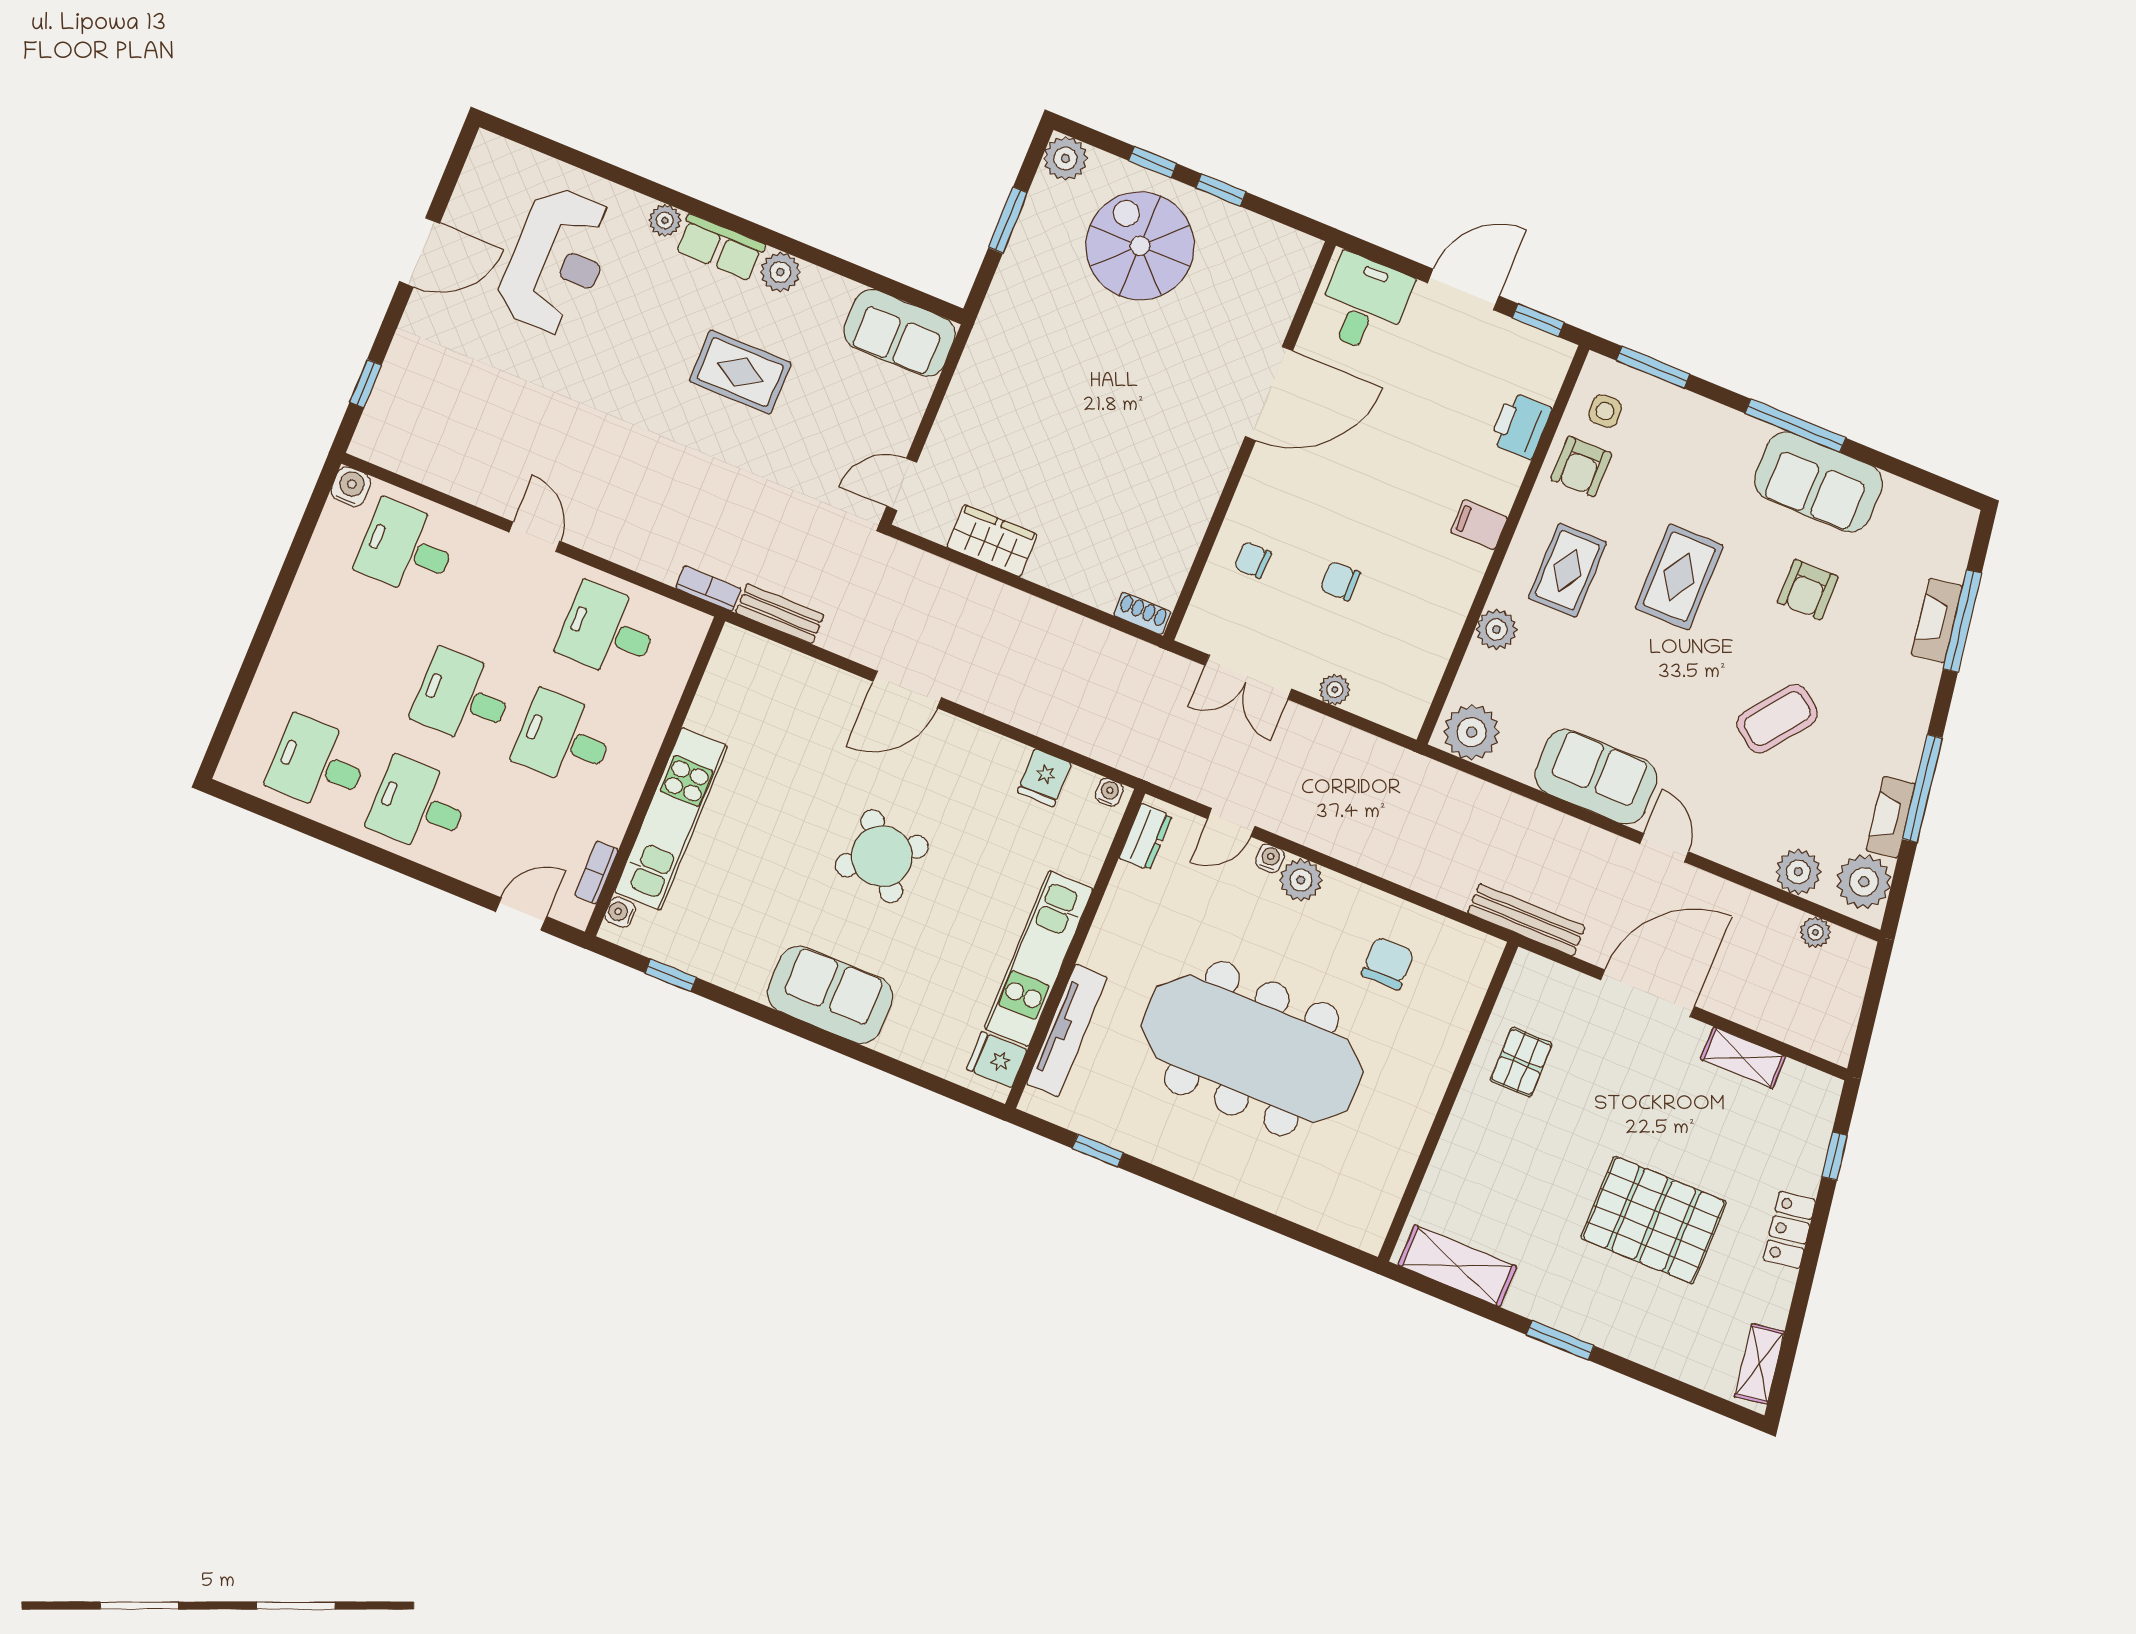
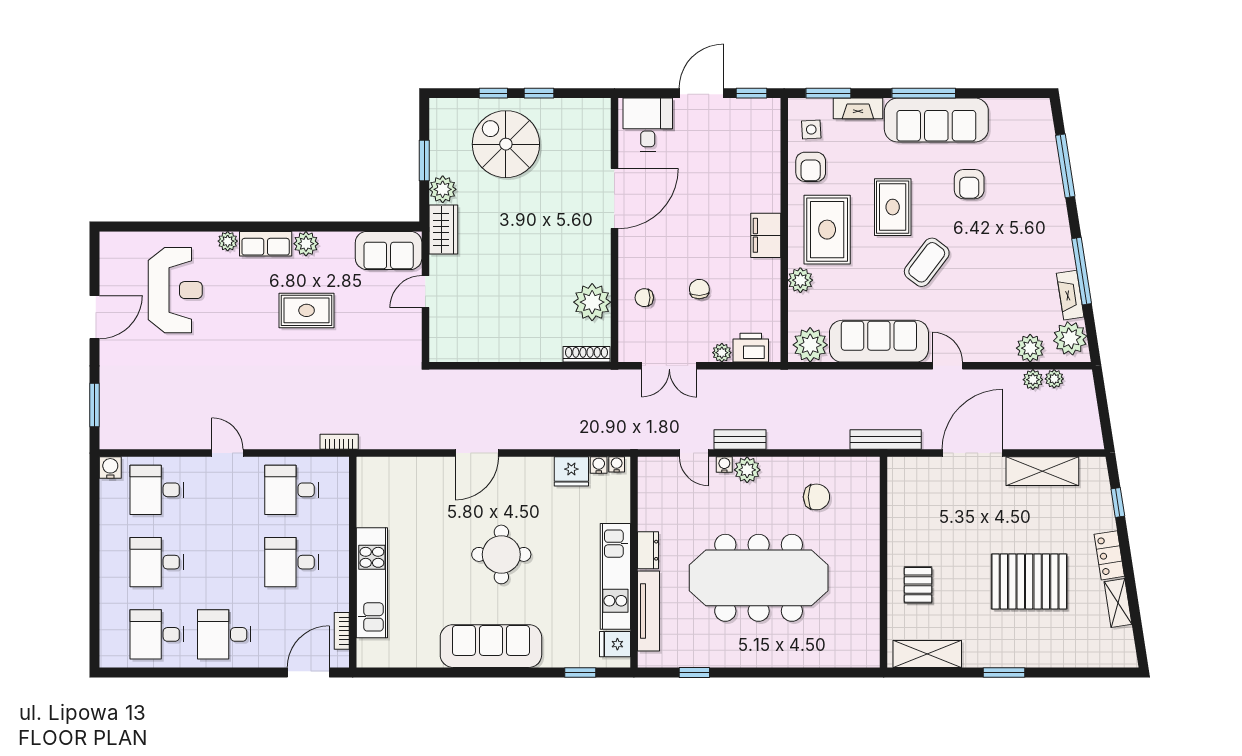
plant: (1065, 158) -> (443, 189), moved
window: (366, 384) -> (95, 405), width x1.50
printer: (1520, 426) -> (751, 348), moved, turned 90
sofa: (1818, 482) -> (936, 120), width x1.36
door: (902, 484) -> (425, 292), moved
filing cabinet: (1479, 525) -> (766, 235), width x2.00
plant: (1172, 535) -> (592, 302), added
wardrobe: (992, 541) -> (443, 230), moved, turned 90
rug: (1567, 570) -> (827, 230), width x1.36, depth x1.43
chair: (1340, 581) -> (699, 289), turned 88
shoe rack: (1142, 613) -> (587, 354), width x1.43
bench: (780, 614) -> (740, 440), moved
fireplace: (1937, 621) -> (858, 108), moved, turned -81
desk: (463, 698) -> (157, 562), moved
coffee table: (1777, 719) -> (927, 262), moved
sofa: (1596, 777) -> (879, 341), width x1.36
fridge: (1044, 778) -> (571, 471), width x1.38
door: (1231, 822) -> (694, 453), hinge flipped
dresser: (1146, 837) -> (648, 550), moved
round table: (882, 856) -> (501, 554), turned 37
water cooler: (620, 912) -> (599, 465), moved, turned 90
door: (521, 914) -> (308, 672), width x1.38
plant: (1783, 920) -> (1033, 380), added
chair: (1388, 963) -> (816, 497), turned 90
window: (671, 975) -> (580, 672), moved
sofa: (830, 995) -> (491, 646), width x1.36
shelving: (1743, 1058) -> (1042, 471), width x1.50, depth x1.33
pallet: (1521, 1062) -> (918, 585), moved
shelving: (1759, 1364) -> (1118, 603), moved

